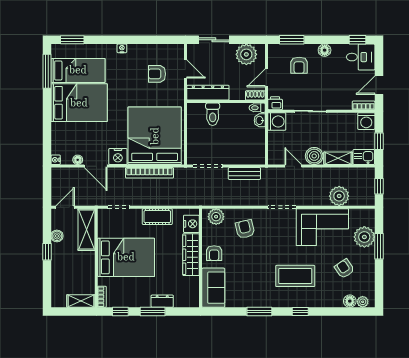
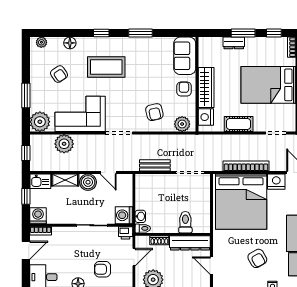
armchair: (299, 65) -> (103, 269), turned -90
armchair: (157, 74) -> (257, 258), moved, turned 60
shoe rack: (255, 95) -> (159, 240), moved
plant: (364, 237) -> (40, 122), moved
floor lamp: (350, 301) -> (70, 43), moved

